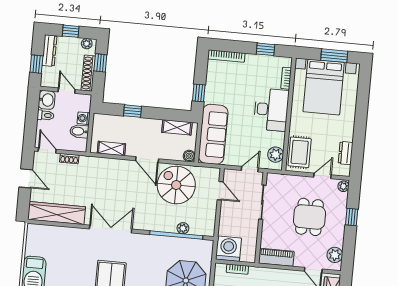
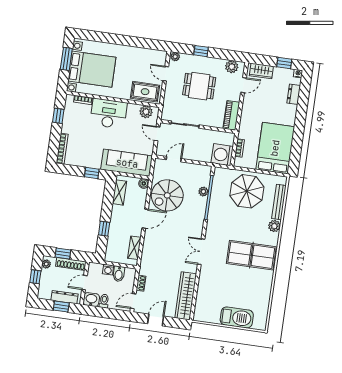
dresser: (49, 51) -> (64, 297), moved
dresser: (346, 153) -> (148, 54), removed
double door: (111, 229) -> (201, 252), width x0.73

